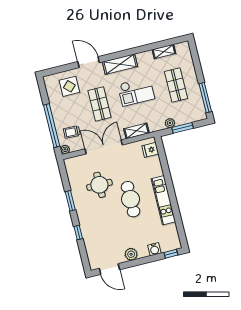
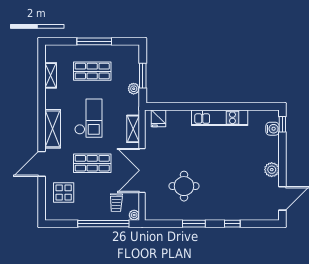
window: (205, 98) -> (94, 41), moved
cafe table: (131, 199) -> (209, 155), removed
water cooler: (154, 249) -> (273, 129), moved

